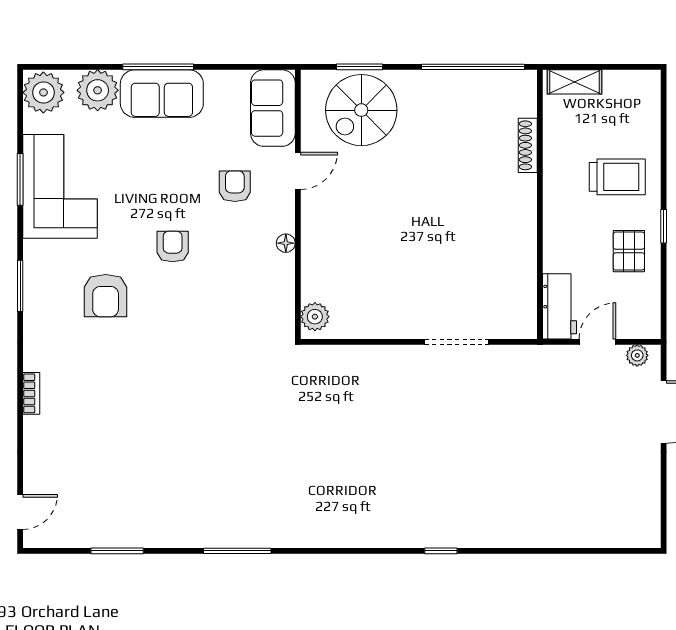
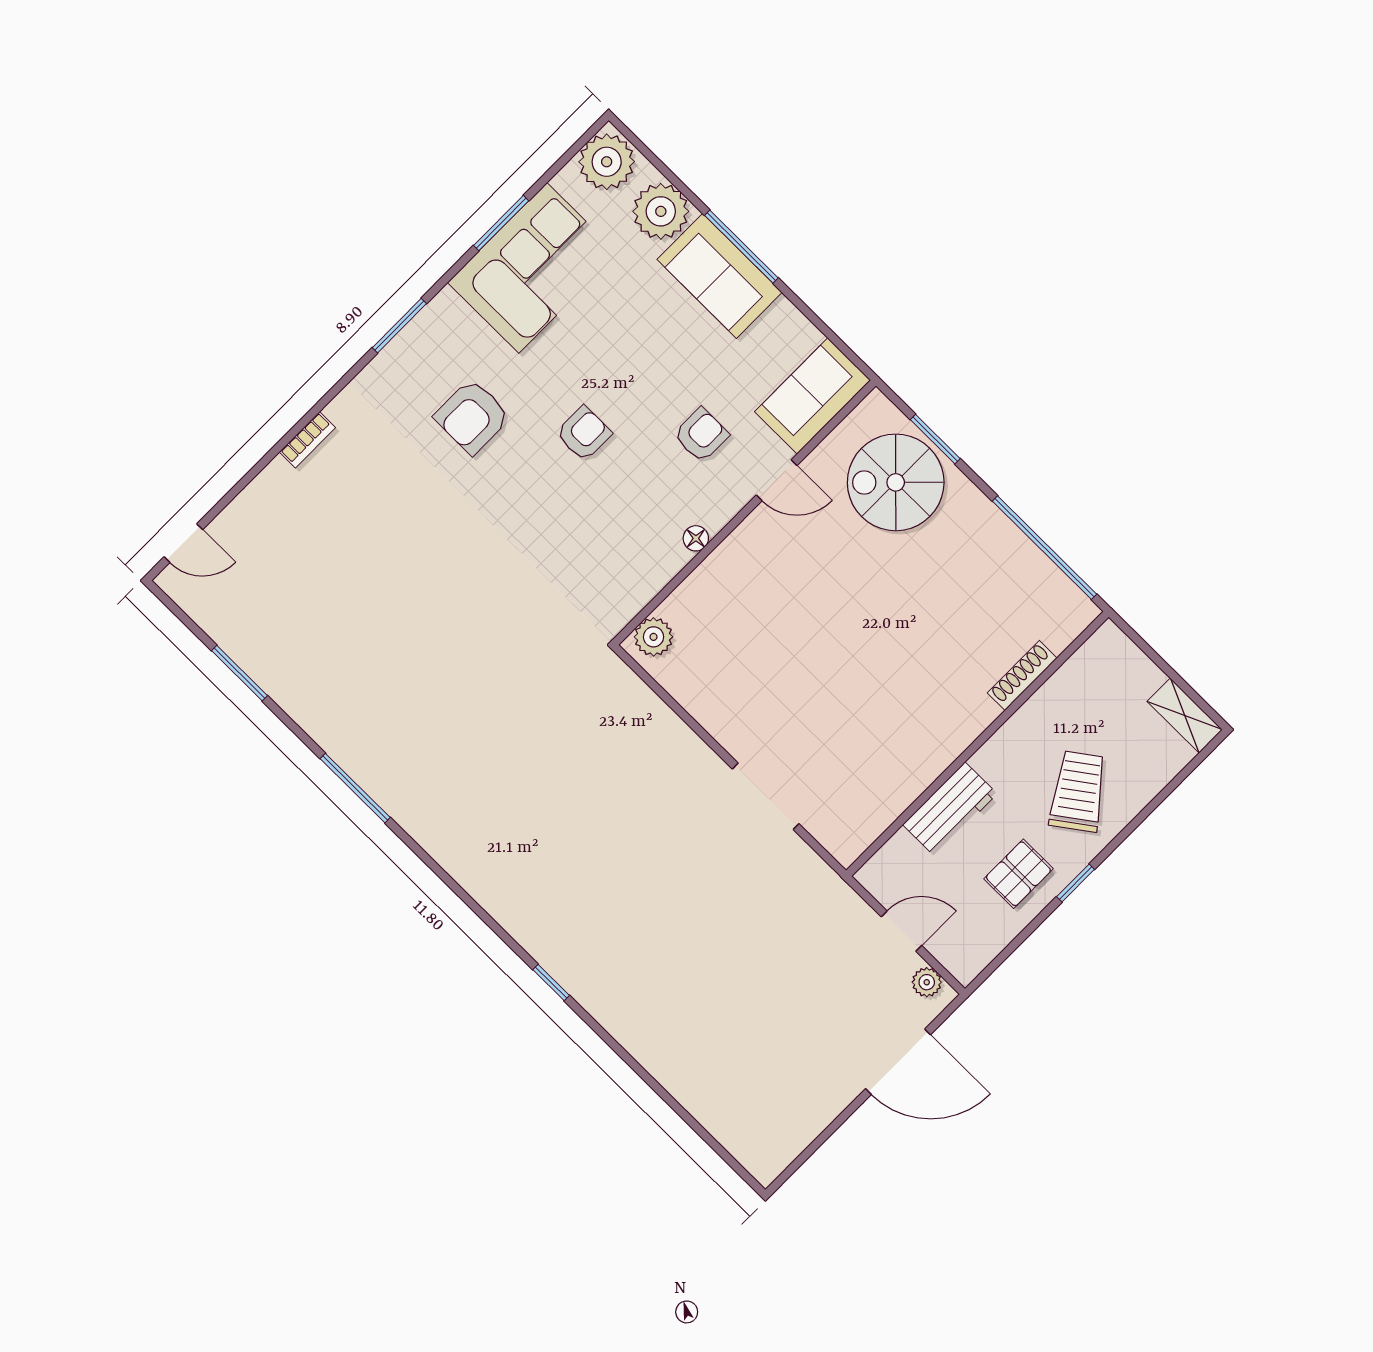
shelving: (574, 82) -> (1185, 715), moved
trolley: (617, 177) -> (1078, 791), turned -126
workbench: (559, 306) -> (950, 809), moved

